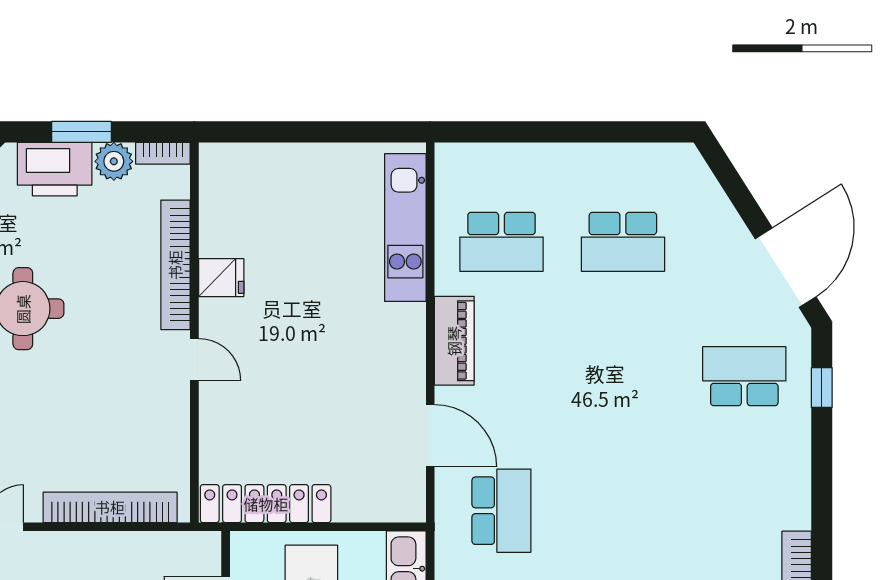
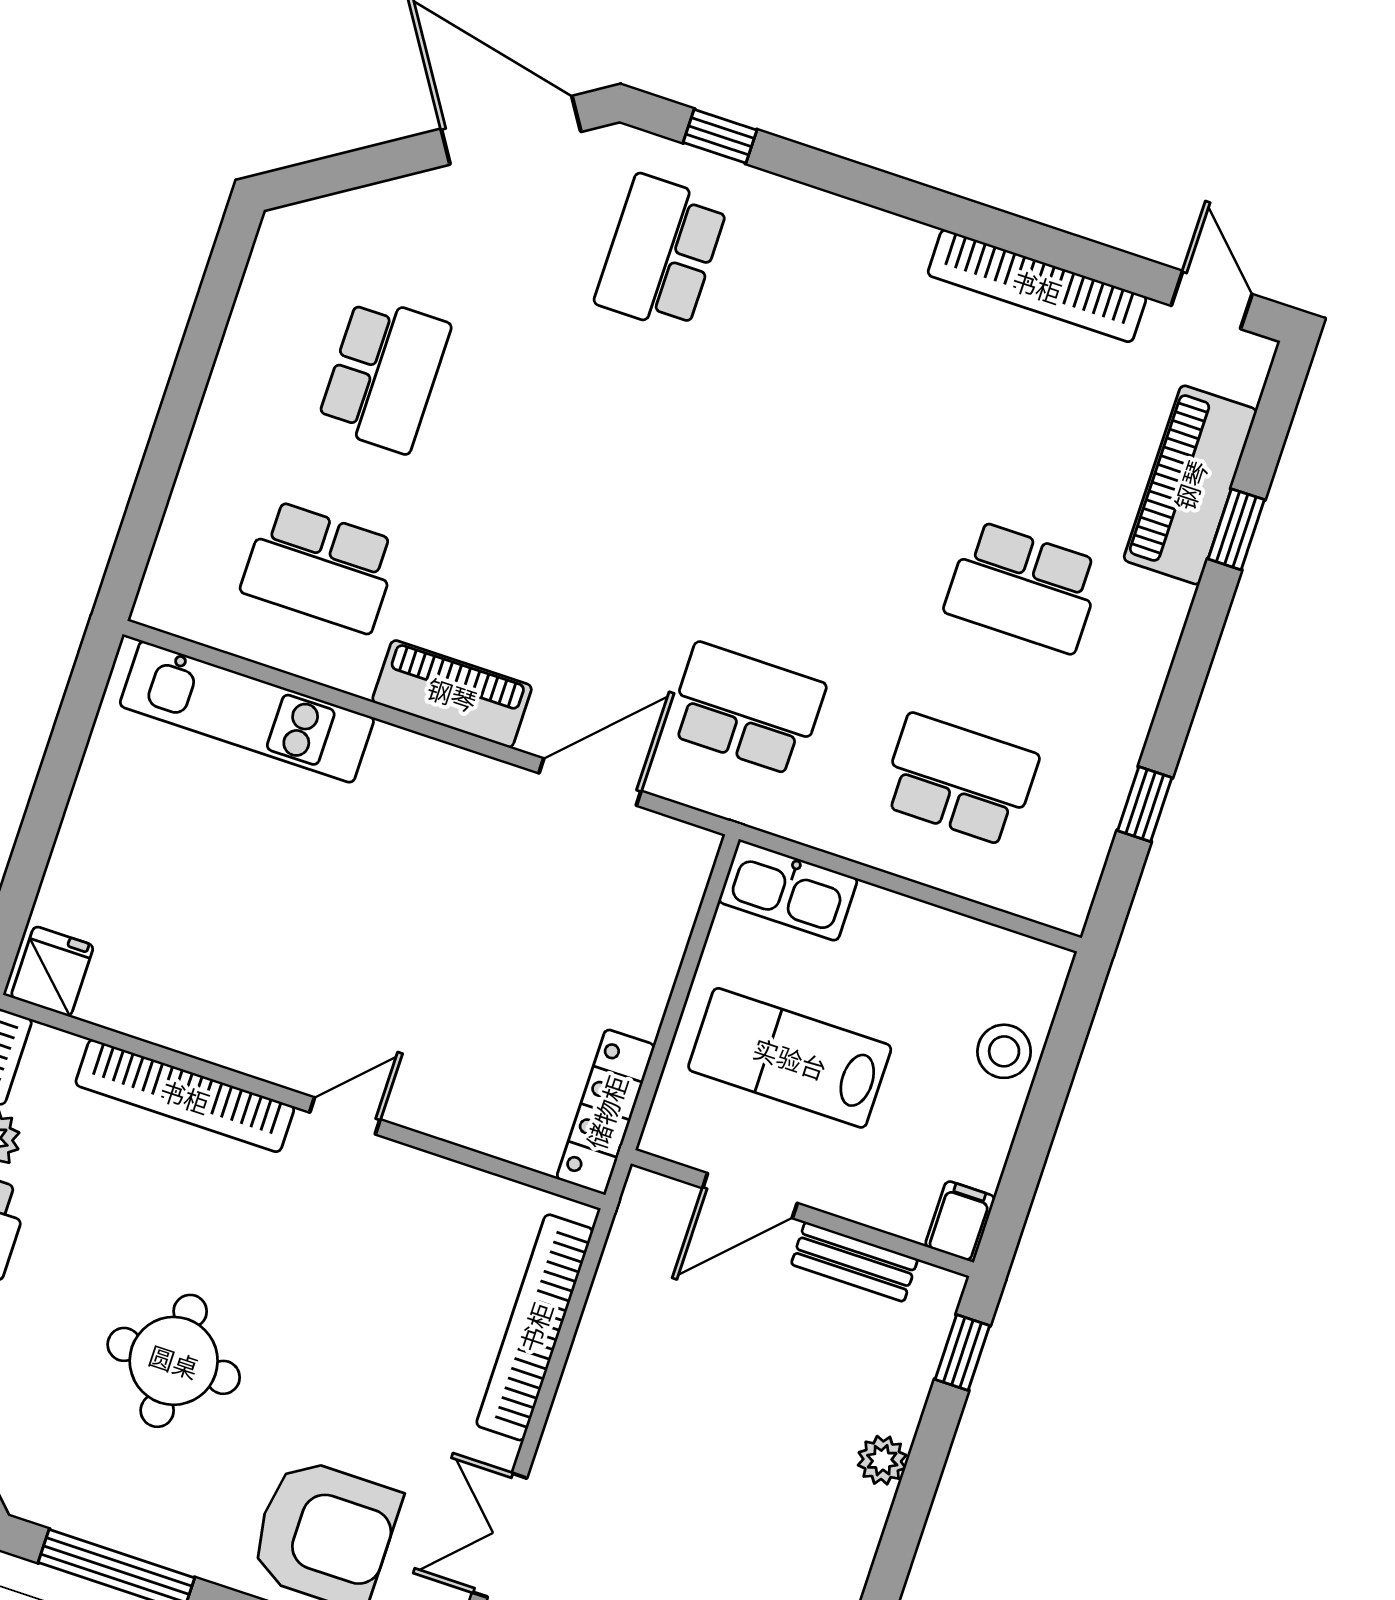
school desk: (501, 242) -> (320, 567), turned 90
fridge: (221, 278) -> (52, 971), moved
locker: (266, 504) -> (606, 1112), width x0.71, depth x0.83

